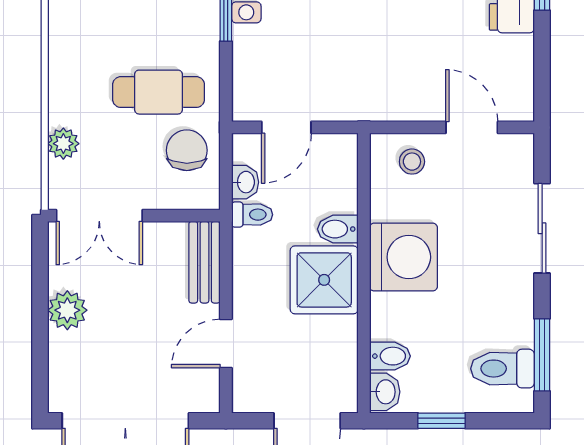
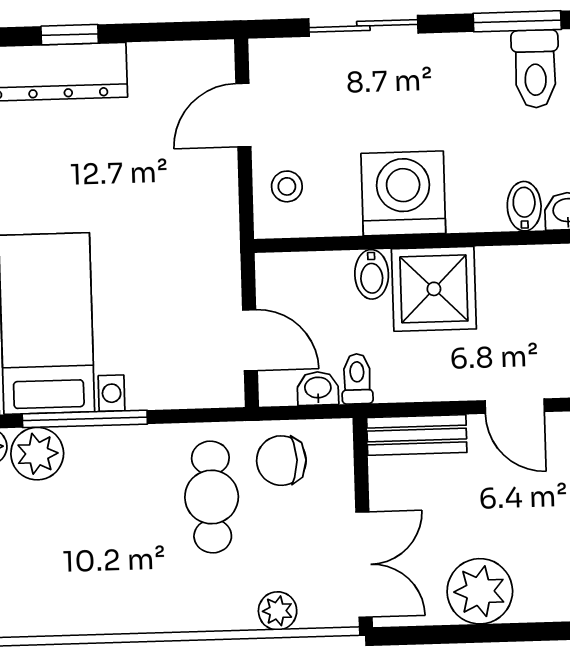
plant: (67, 310) -> (480, 591), width x1.36, depth x1.36

